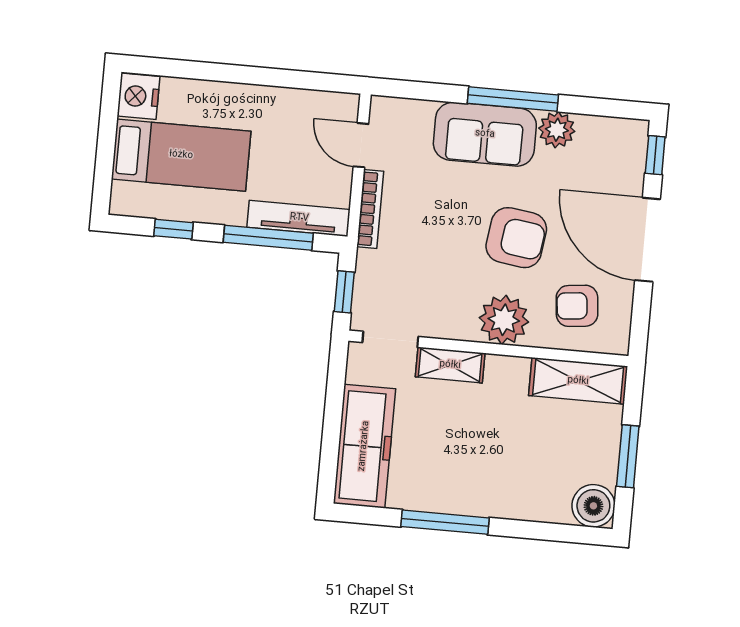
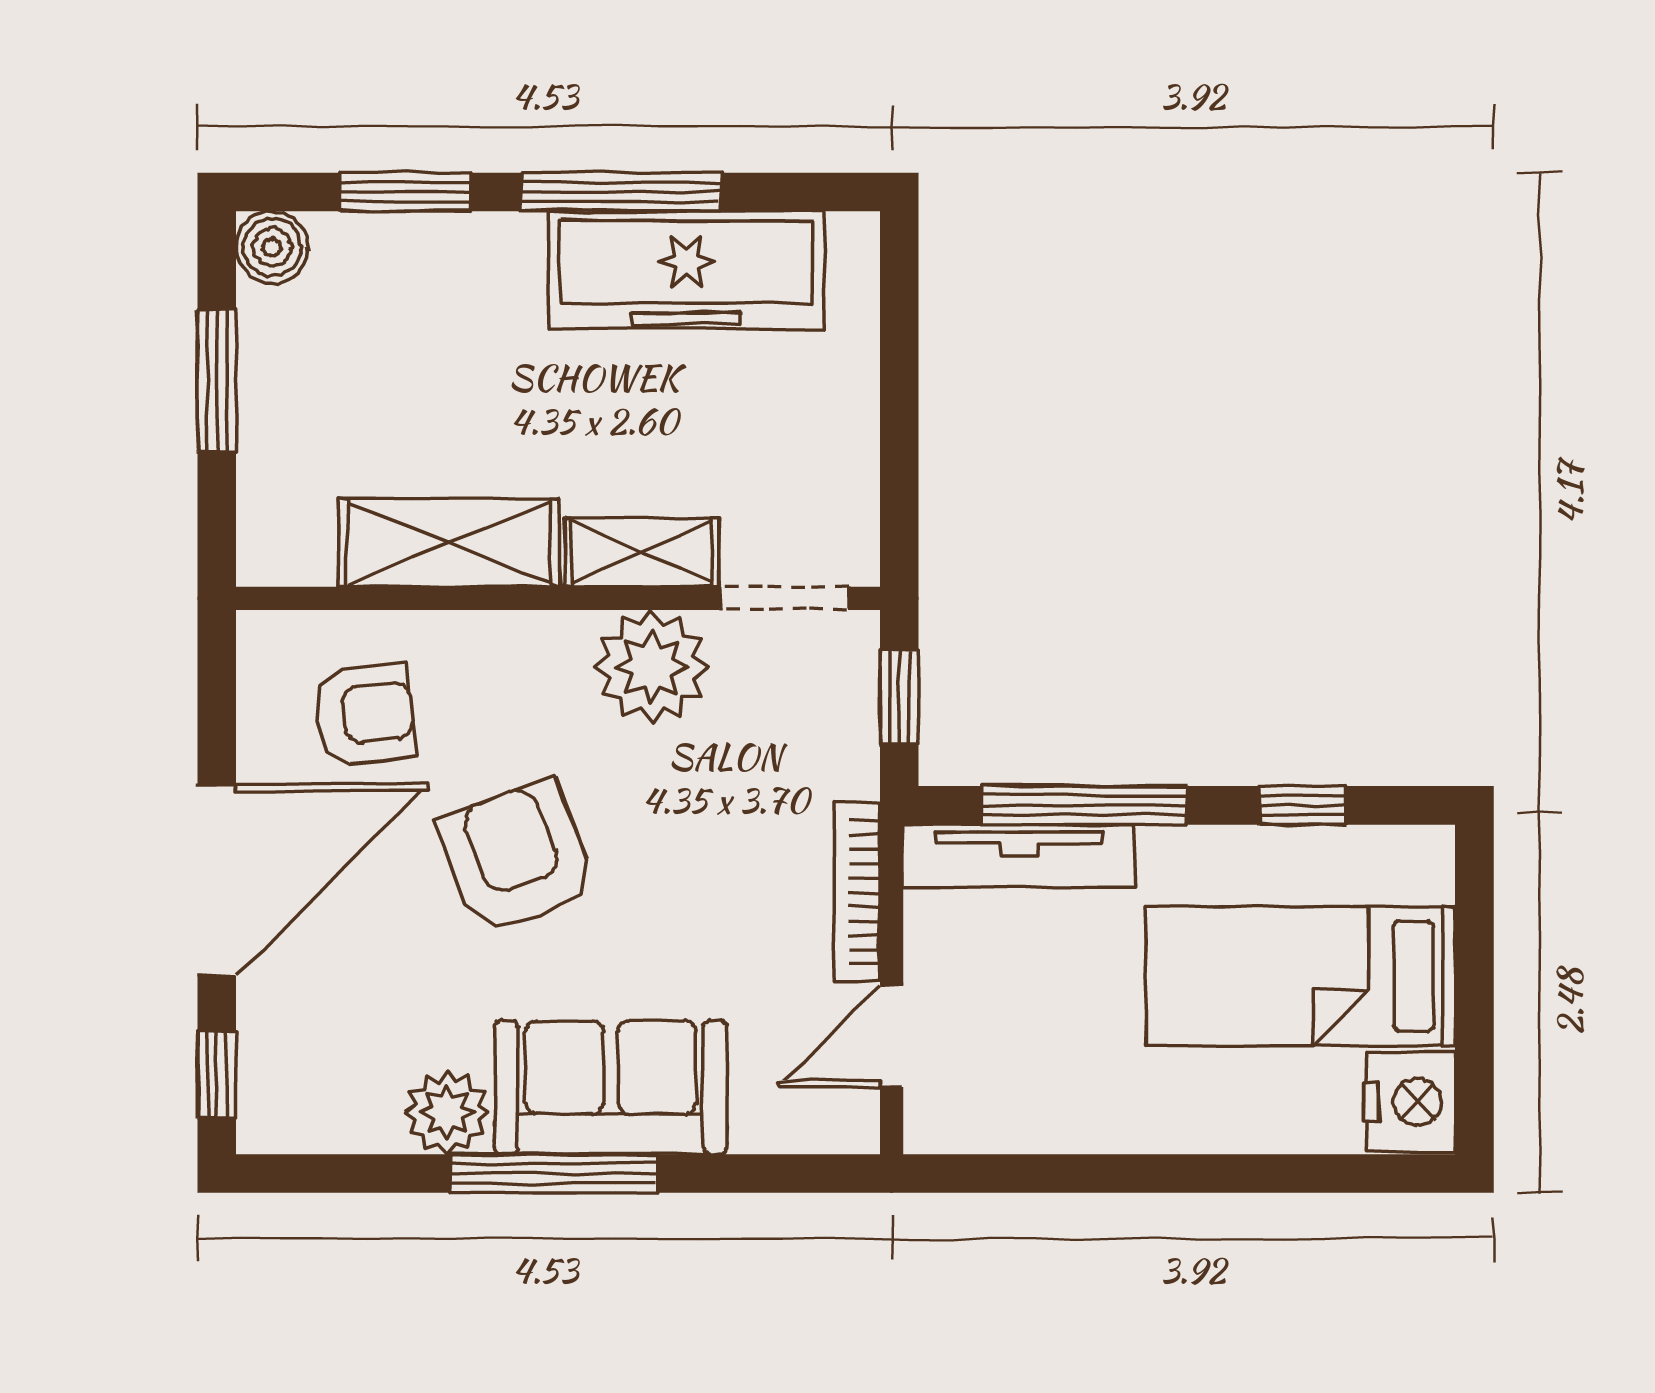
door: (361, 145) -> (892, 1036), swing flipped
armchair: (516, 238) -> (517, 857), turned 61
door: (648, 240) -> (217, 880), hinge flipped
plant: (504, 320) -> (652, 667), moved
shelving: (578, 381) -> (449, 543), moved
freezer: (364, 446) -> (686, 270), moved, turned -90
boiler: (593, 506) -> (272, 247), width x0.73, depth x0.73
window: (538, 531) -> (406, 192), added

